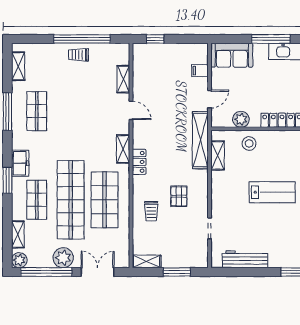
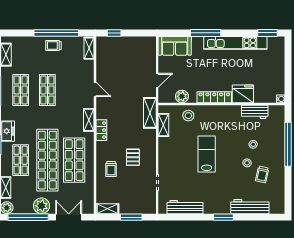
filing cabinet: (200, 71) -> (150, 58), removed
shelving: (123, 79) -> (89, 48), moved
shop shelf: (71, 111) -> (47, 90), added
shelving: (200, 140) -> (150, 113), width x0.68
lab bench: (272, 192) -> (207, 154), turned -90

